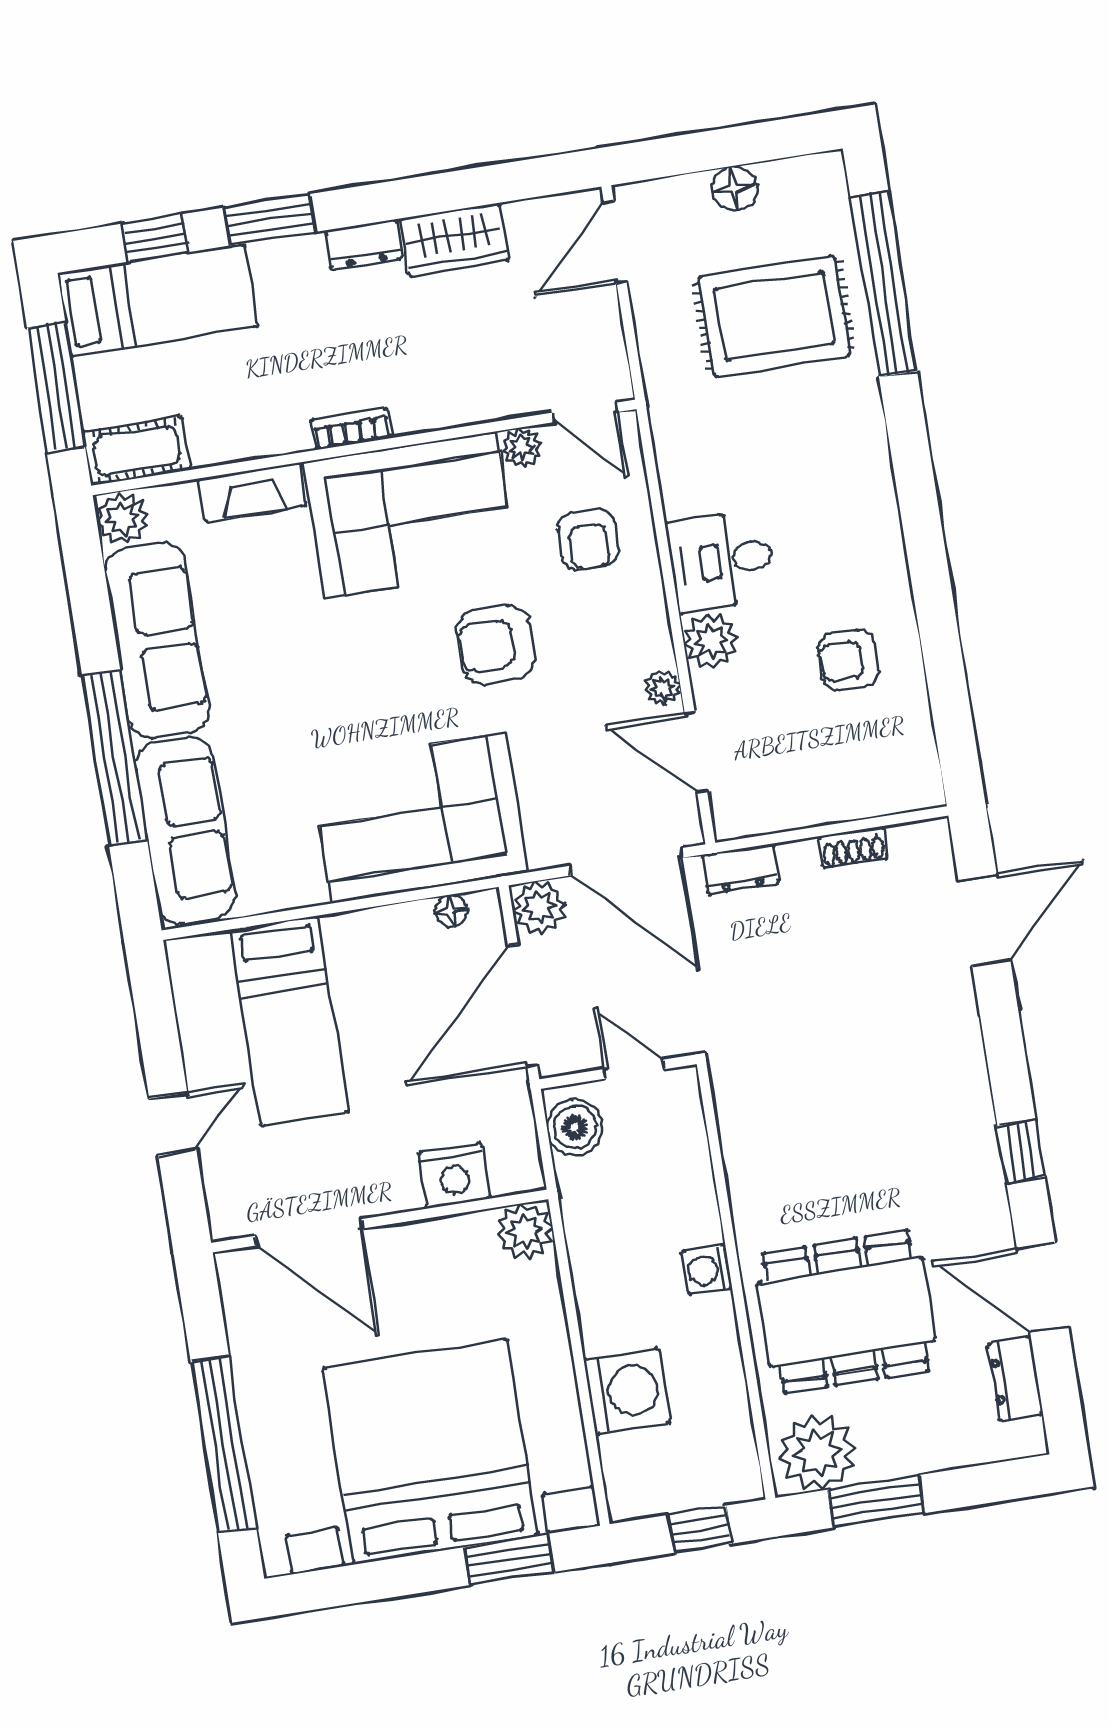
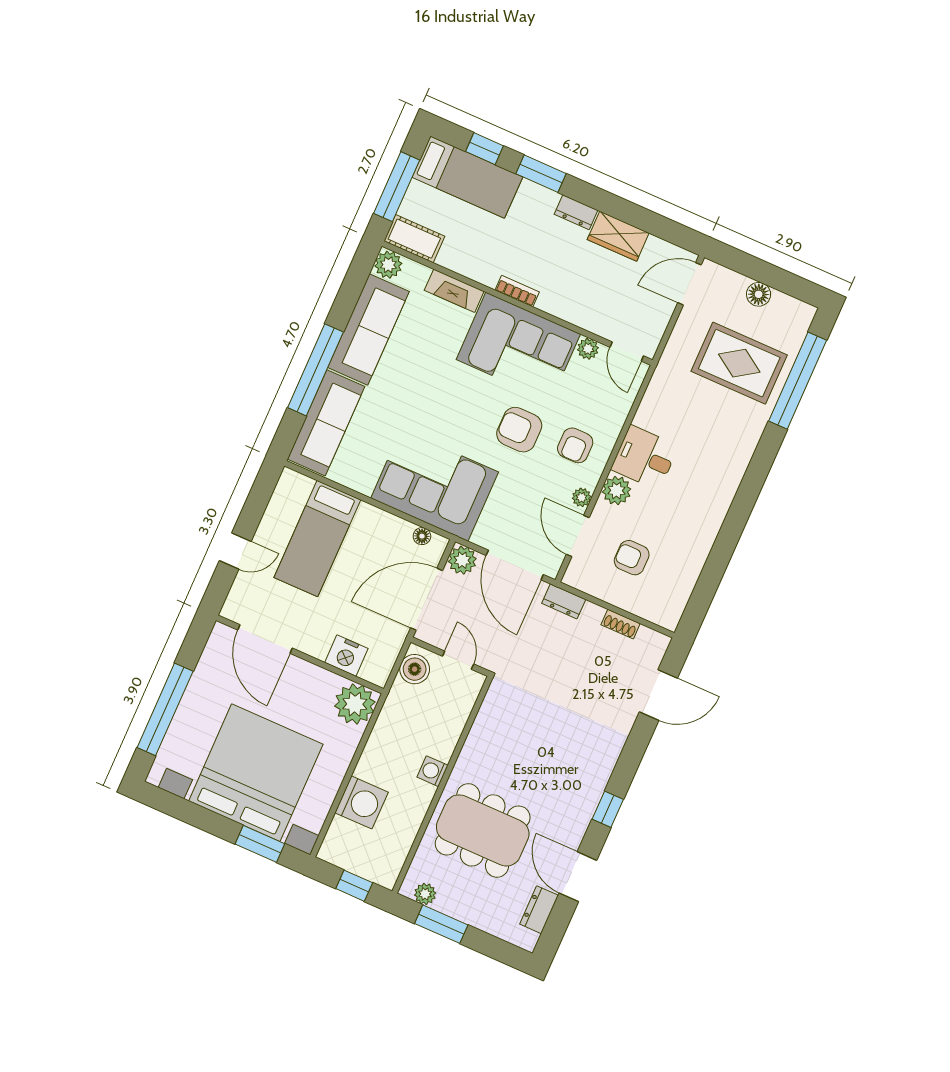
armchair: (588, 540) -> (575, 445), moved
armchair: (848, 660) -> (632, 558), moved
plant: (525, 1231) -> (355, 704), width x1.36, depth x1.36
plant: (817, 1453) -> (425, 894), width x0.53, depth x0.53

